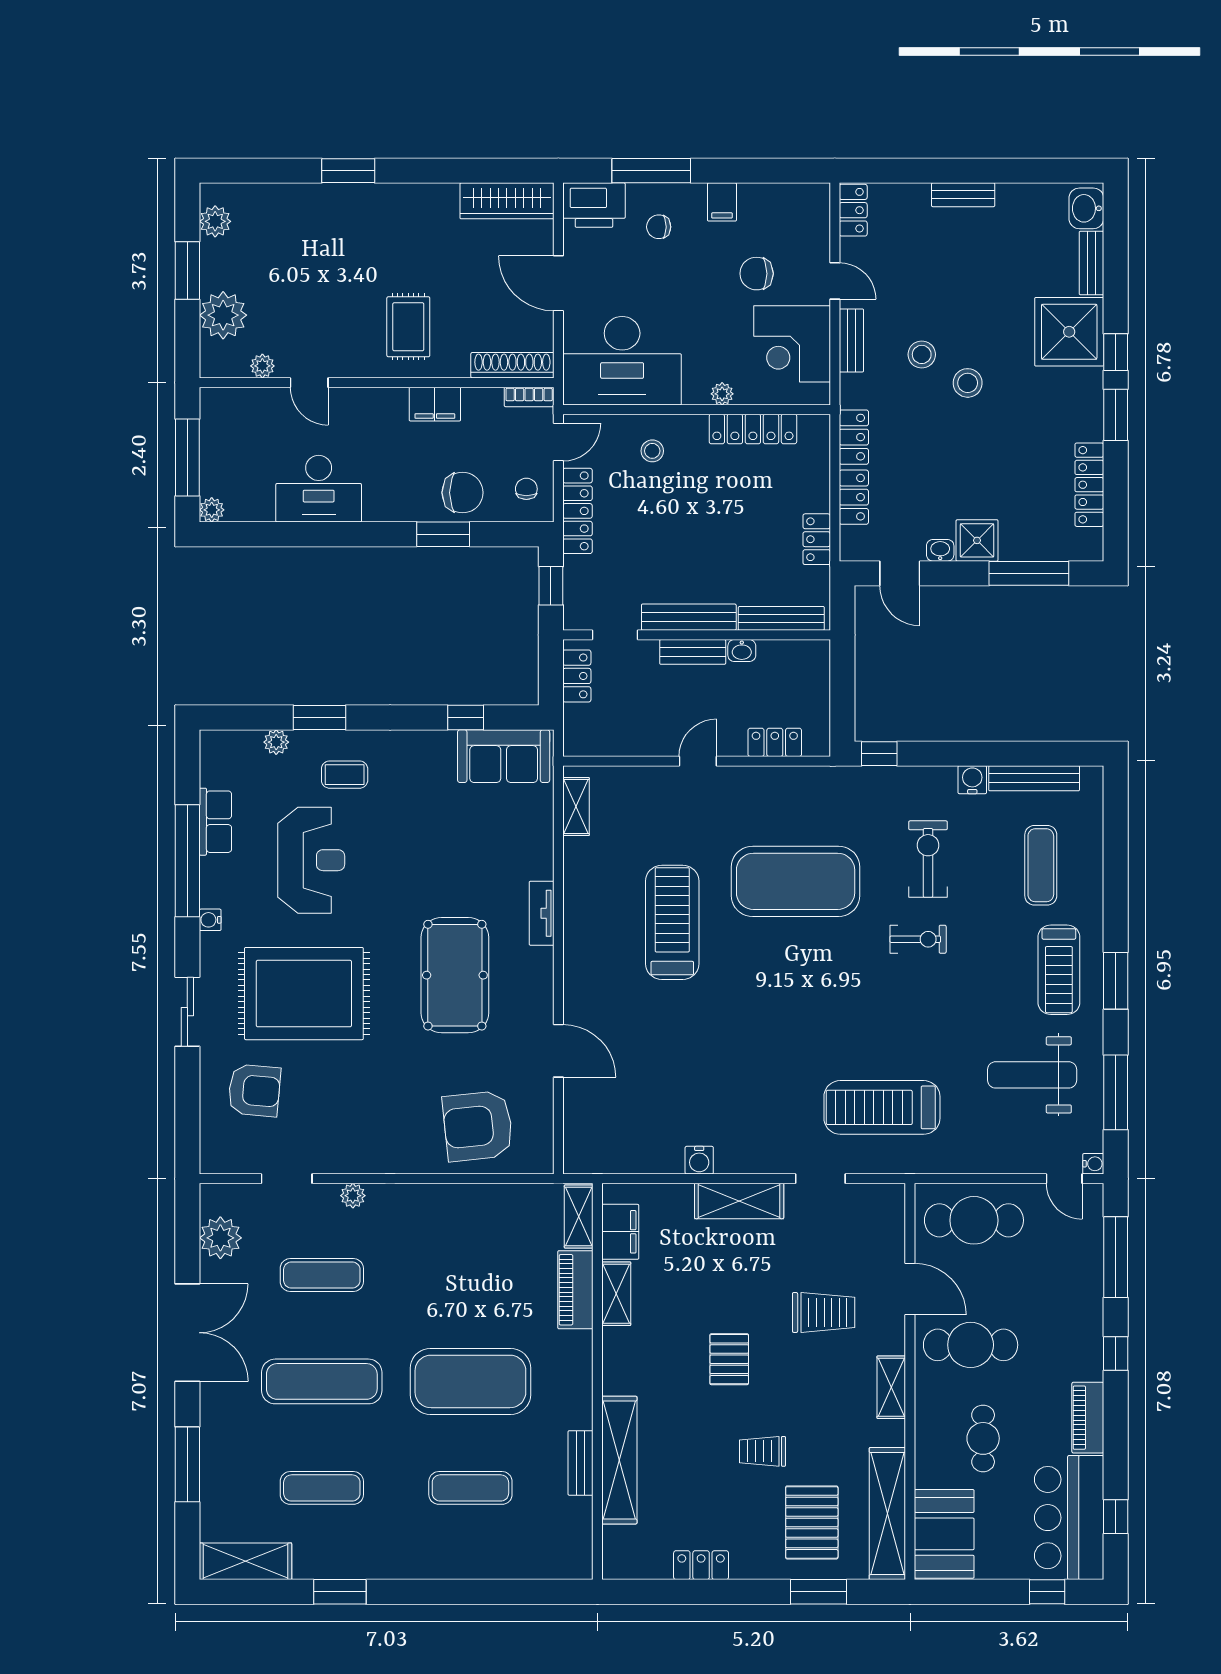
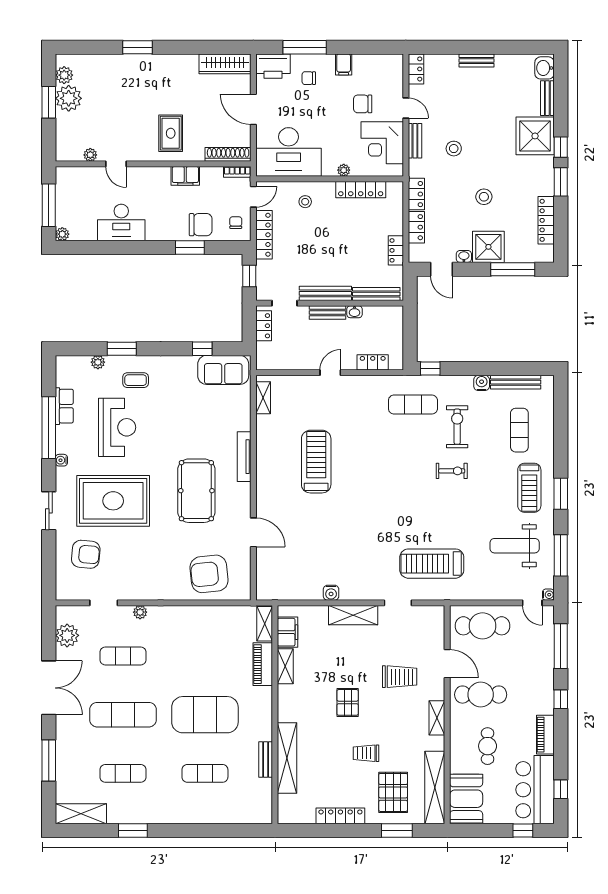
plant: (223, 315) -> (69, 98), moved
stool: (968, 383) -> (484, 197), moved
shower: (977, 540) -> (488, 247), width x1.36, depth x1.36
exercise mat: (796, 881) -> (413, 405), moved, width x0.50, depth x0.69
tv unit: (542, 913) -> (244, 457), width x1.41
locker: (701, 1565) -> (340, 816), width x1.53

